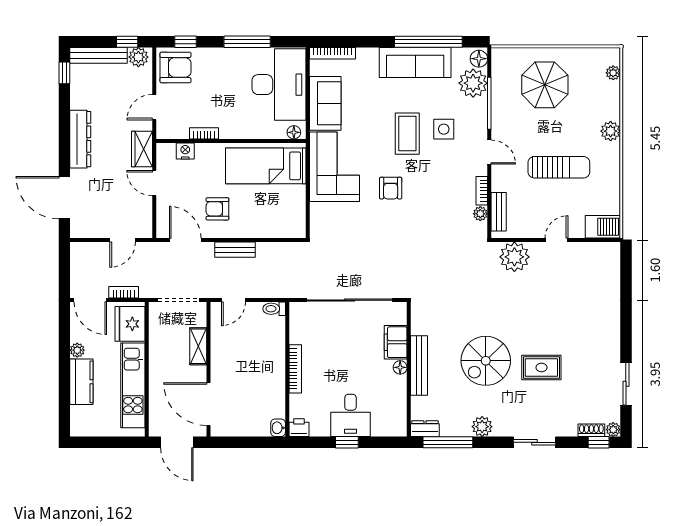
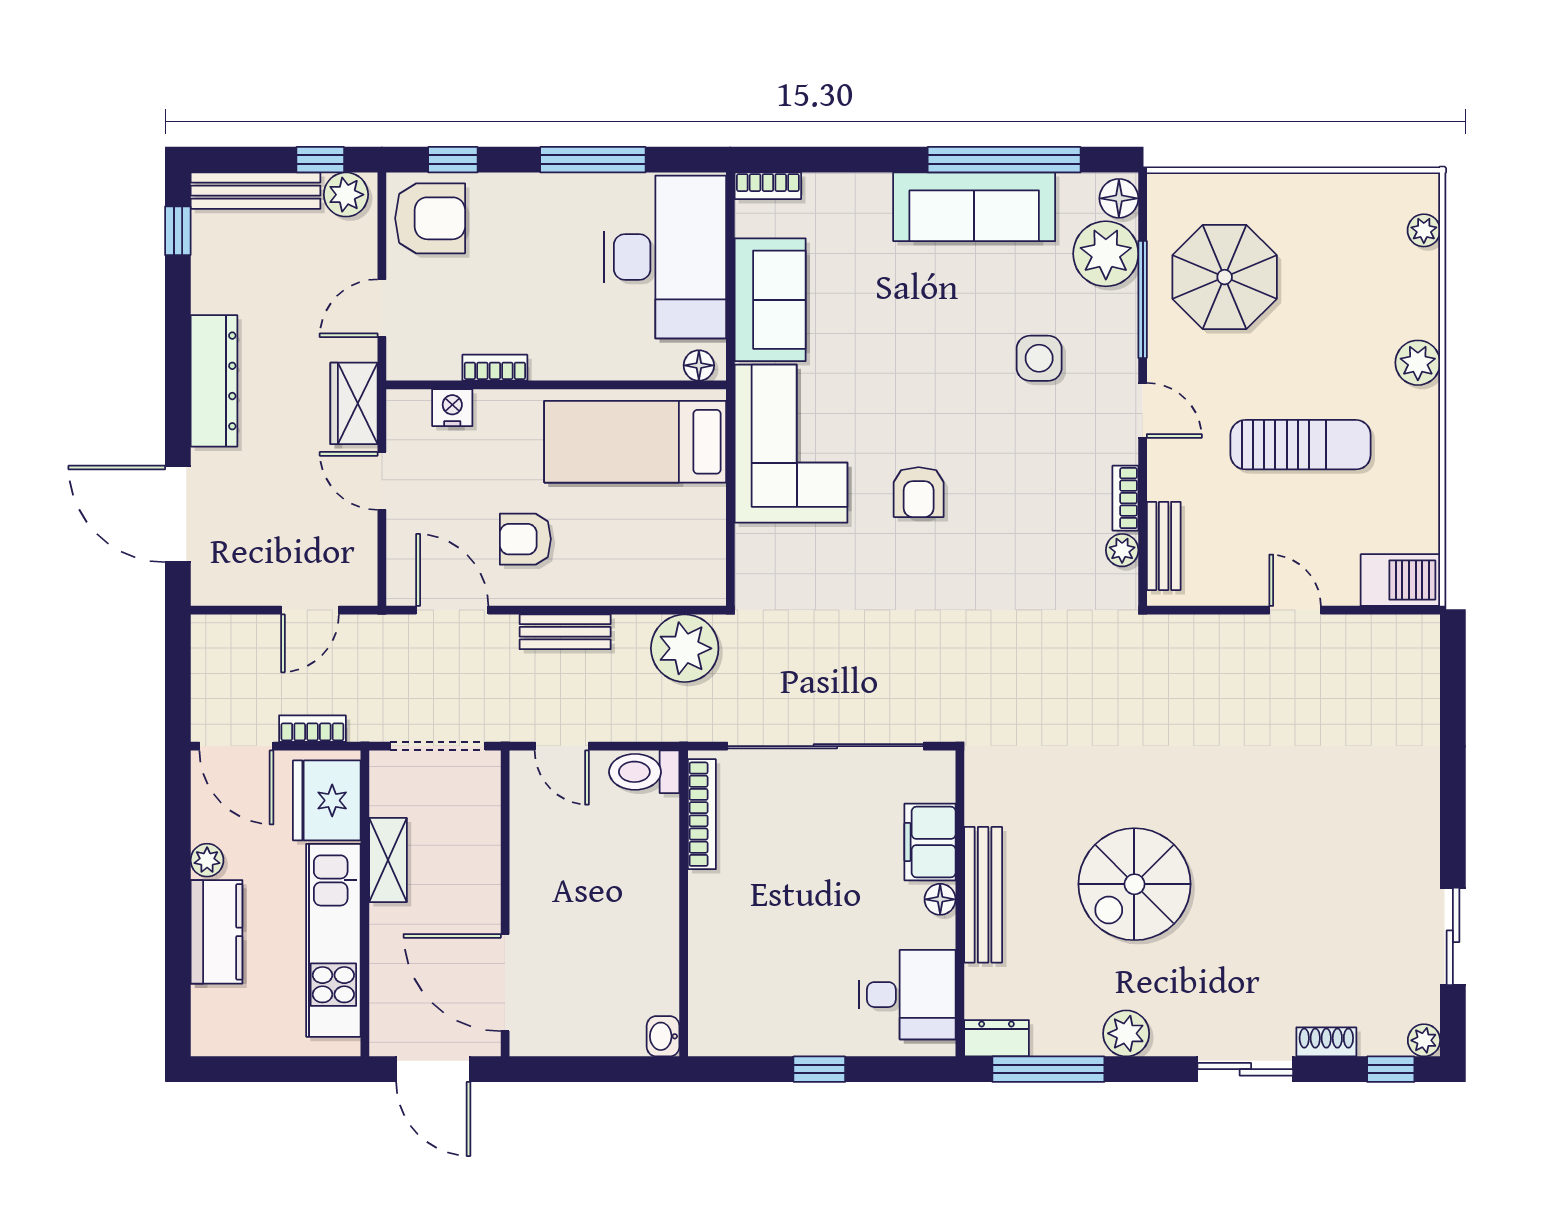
bookcase: (333, 53) -> (768, 186), width x0.64
parasol: (545, 85) -> (1225, 277), moved
coffee table: (407, 134) -> (956, 368), removed
door: (556, 240) -> (1295, 610), hinge flipped
plant: (514, 257) -> (685, 648), moved
door: (233, 300) -> (562, 746), hinge flipped
toilet: (274, 309) -> (644, 772), width x1.37, depth x1.39
shelving: (198, 346) -> (388, 860), moved
rug: (541, 367) -> (1261, 899), removed
bookcase: (295, 369) -> (702, 814), moved
desk: (351, 415) -> (907, 995), moved, turned -90
printer: (299, 428) -> (710, 1036), removed
shoe rack: (591, 430) -> (1326, 1042), moved

